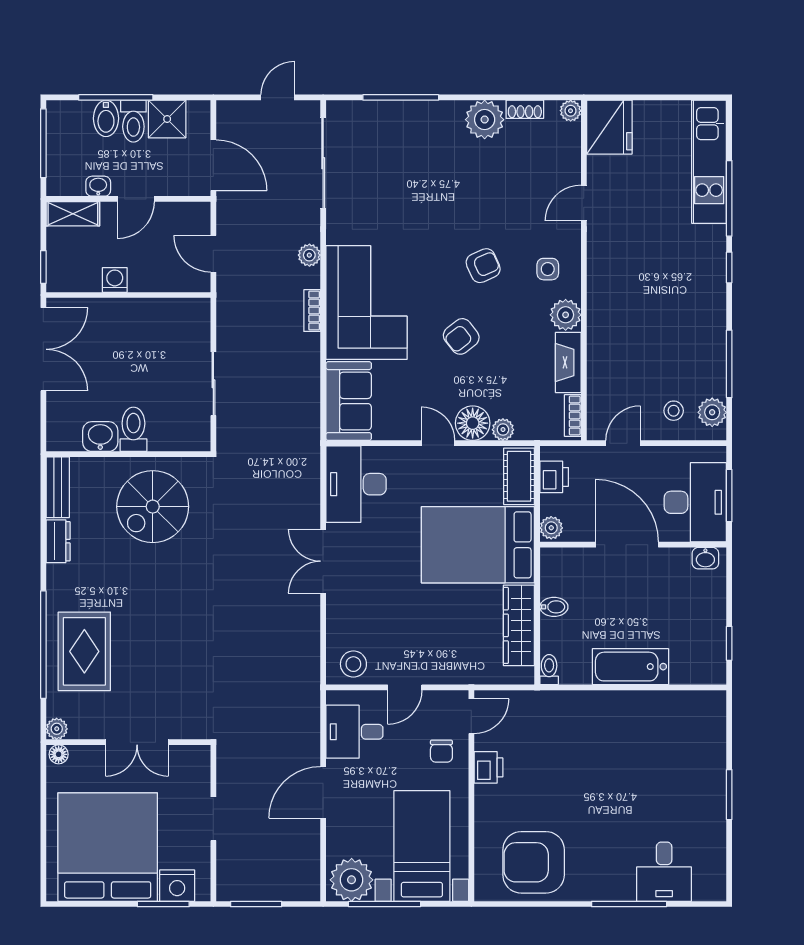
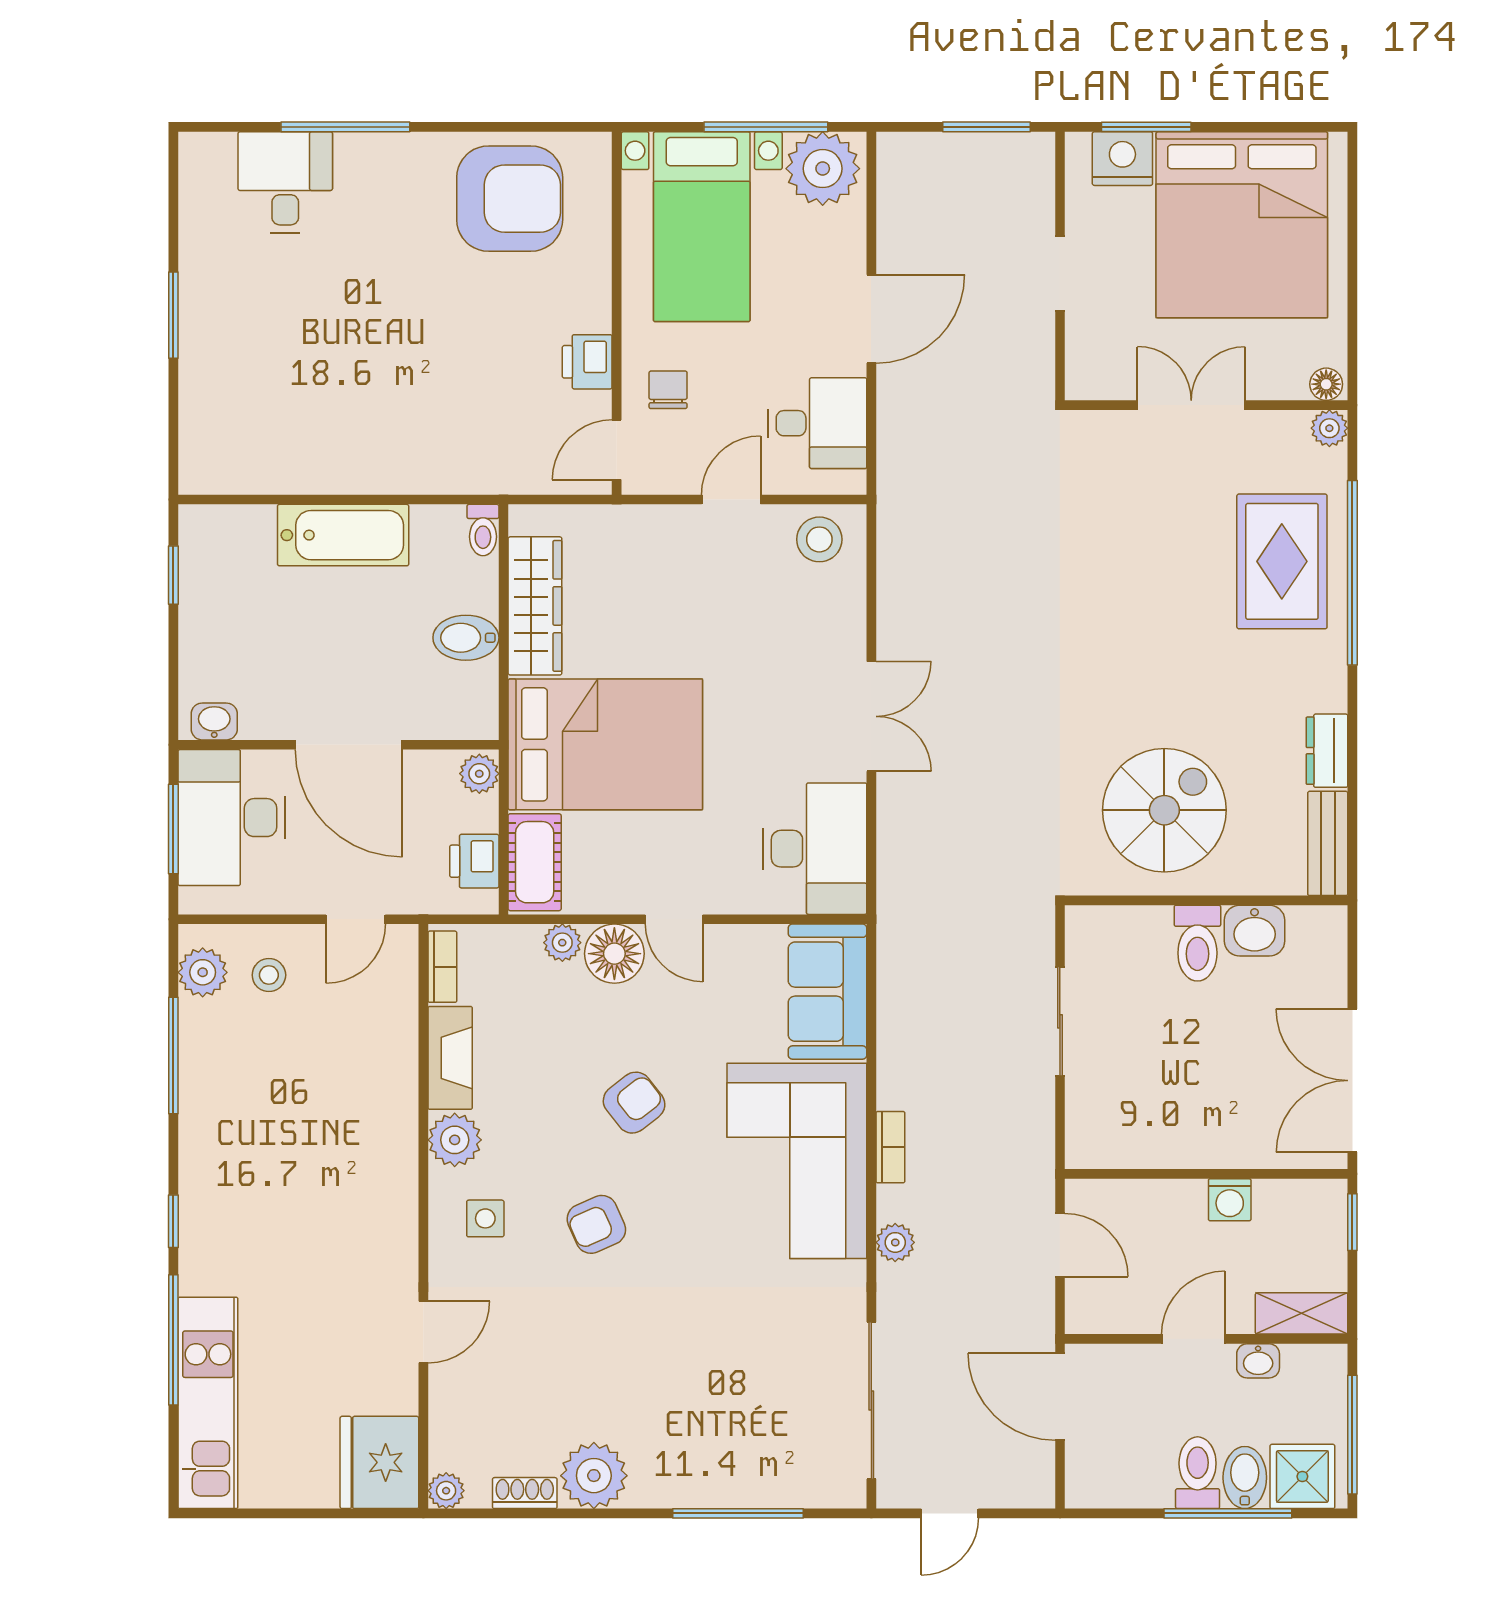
shower: (167, 119) -> (1302, 1476), moved
bidet: (554, 607) -> (466, 638), width x1.38, depth x1.36

